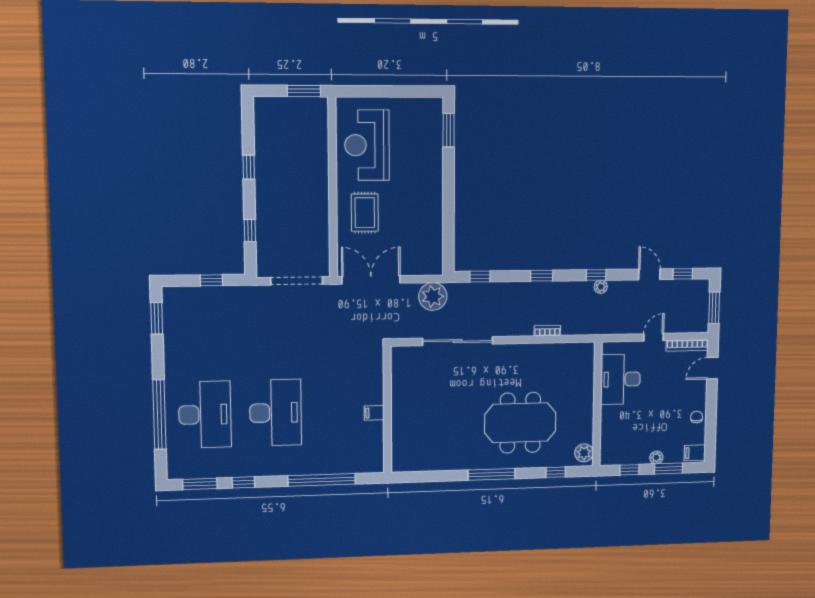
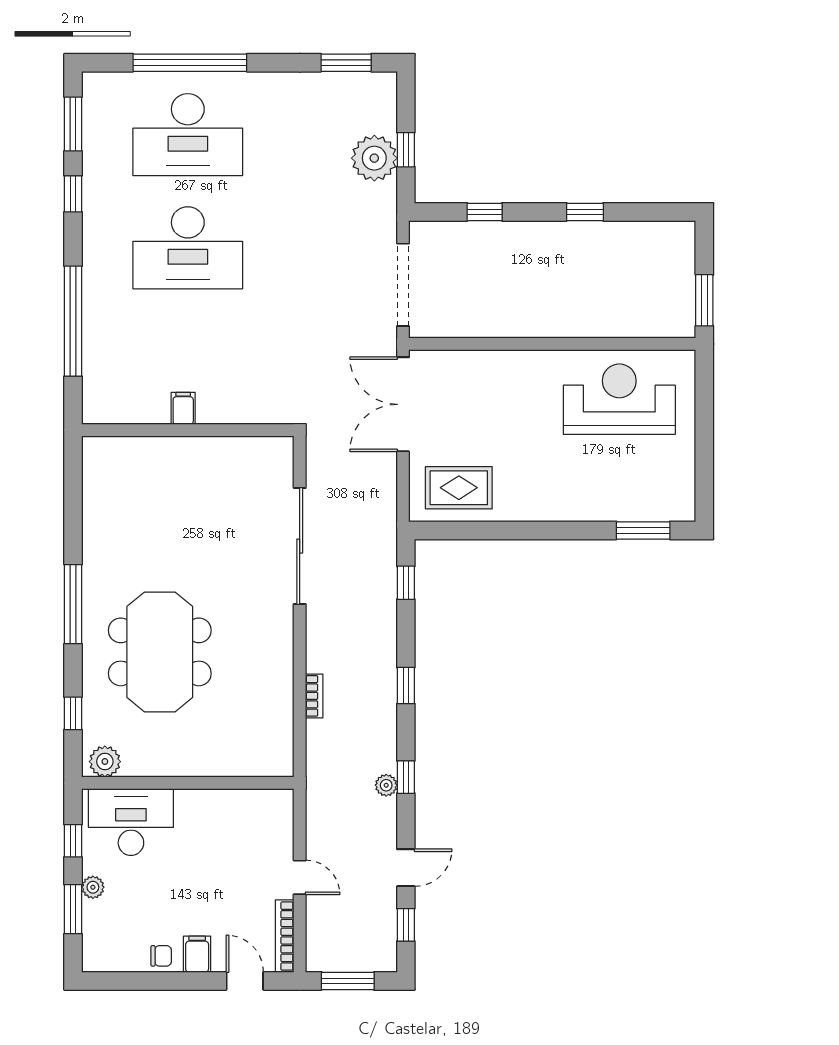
rug: (365, 213) -> (459, 488), moved
double door: (371, 280) -> (403, 404), swing flipped
plant: (433, 296) -> (374, 158), moved
desk: (621, 379) -> (131, 822), moved
filing cabinet: (695, 453) -> (197, 954), moved

